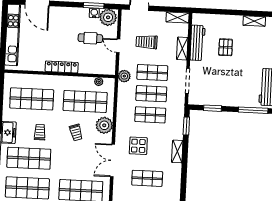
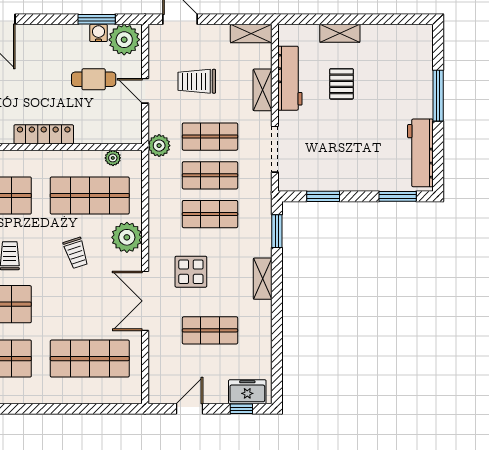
shelving: (254, 21) -> (340, 33), moved
window: (253, 110) -> (398, 196), width x0.69

